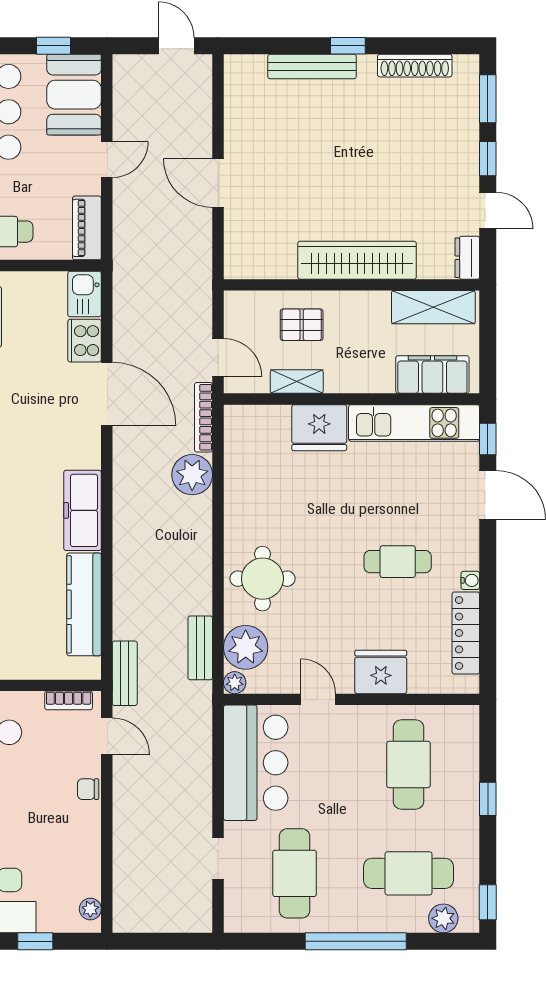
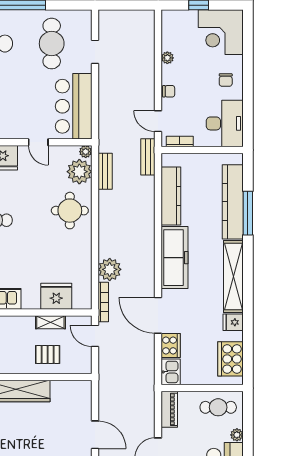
fridge: (319, 428) -> (56, 296), moved
freezer: (83, 510) -> (175, 258), width x1.36, depth x1.26
plant: (90, 909) -> (167, 58), moved

